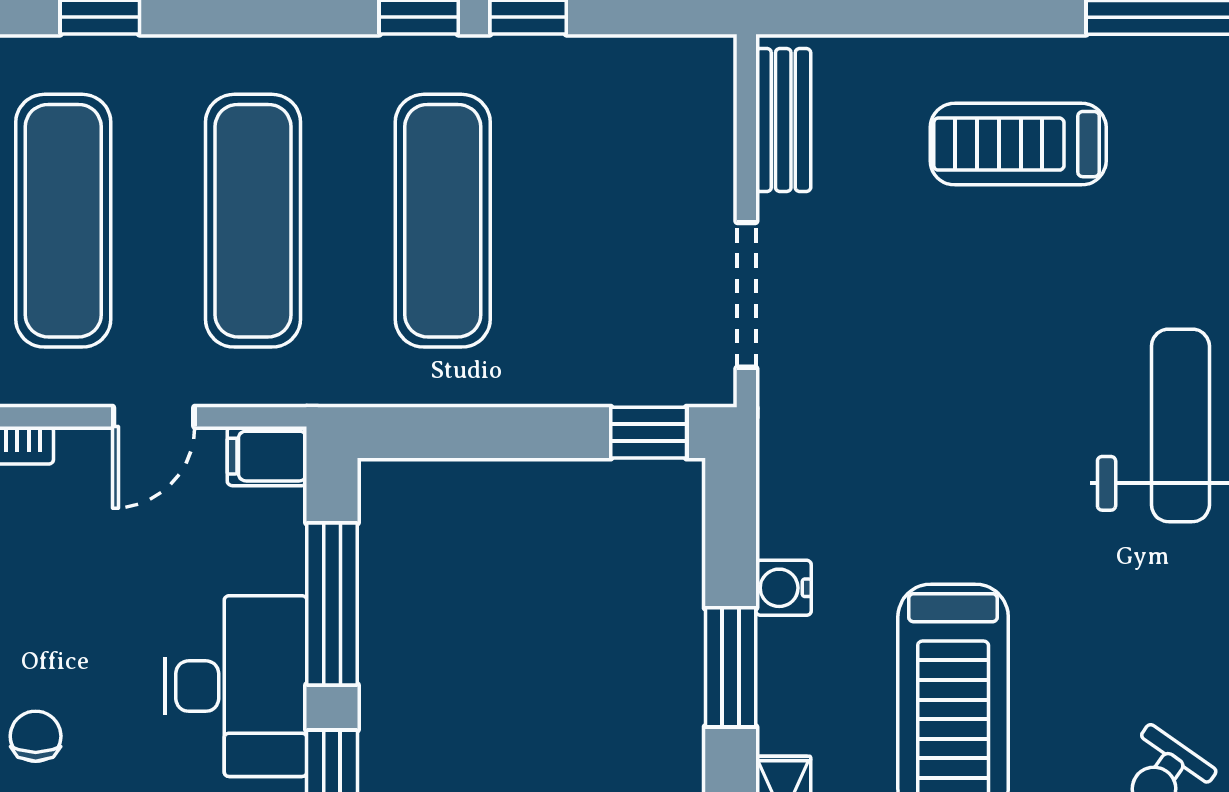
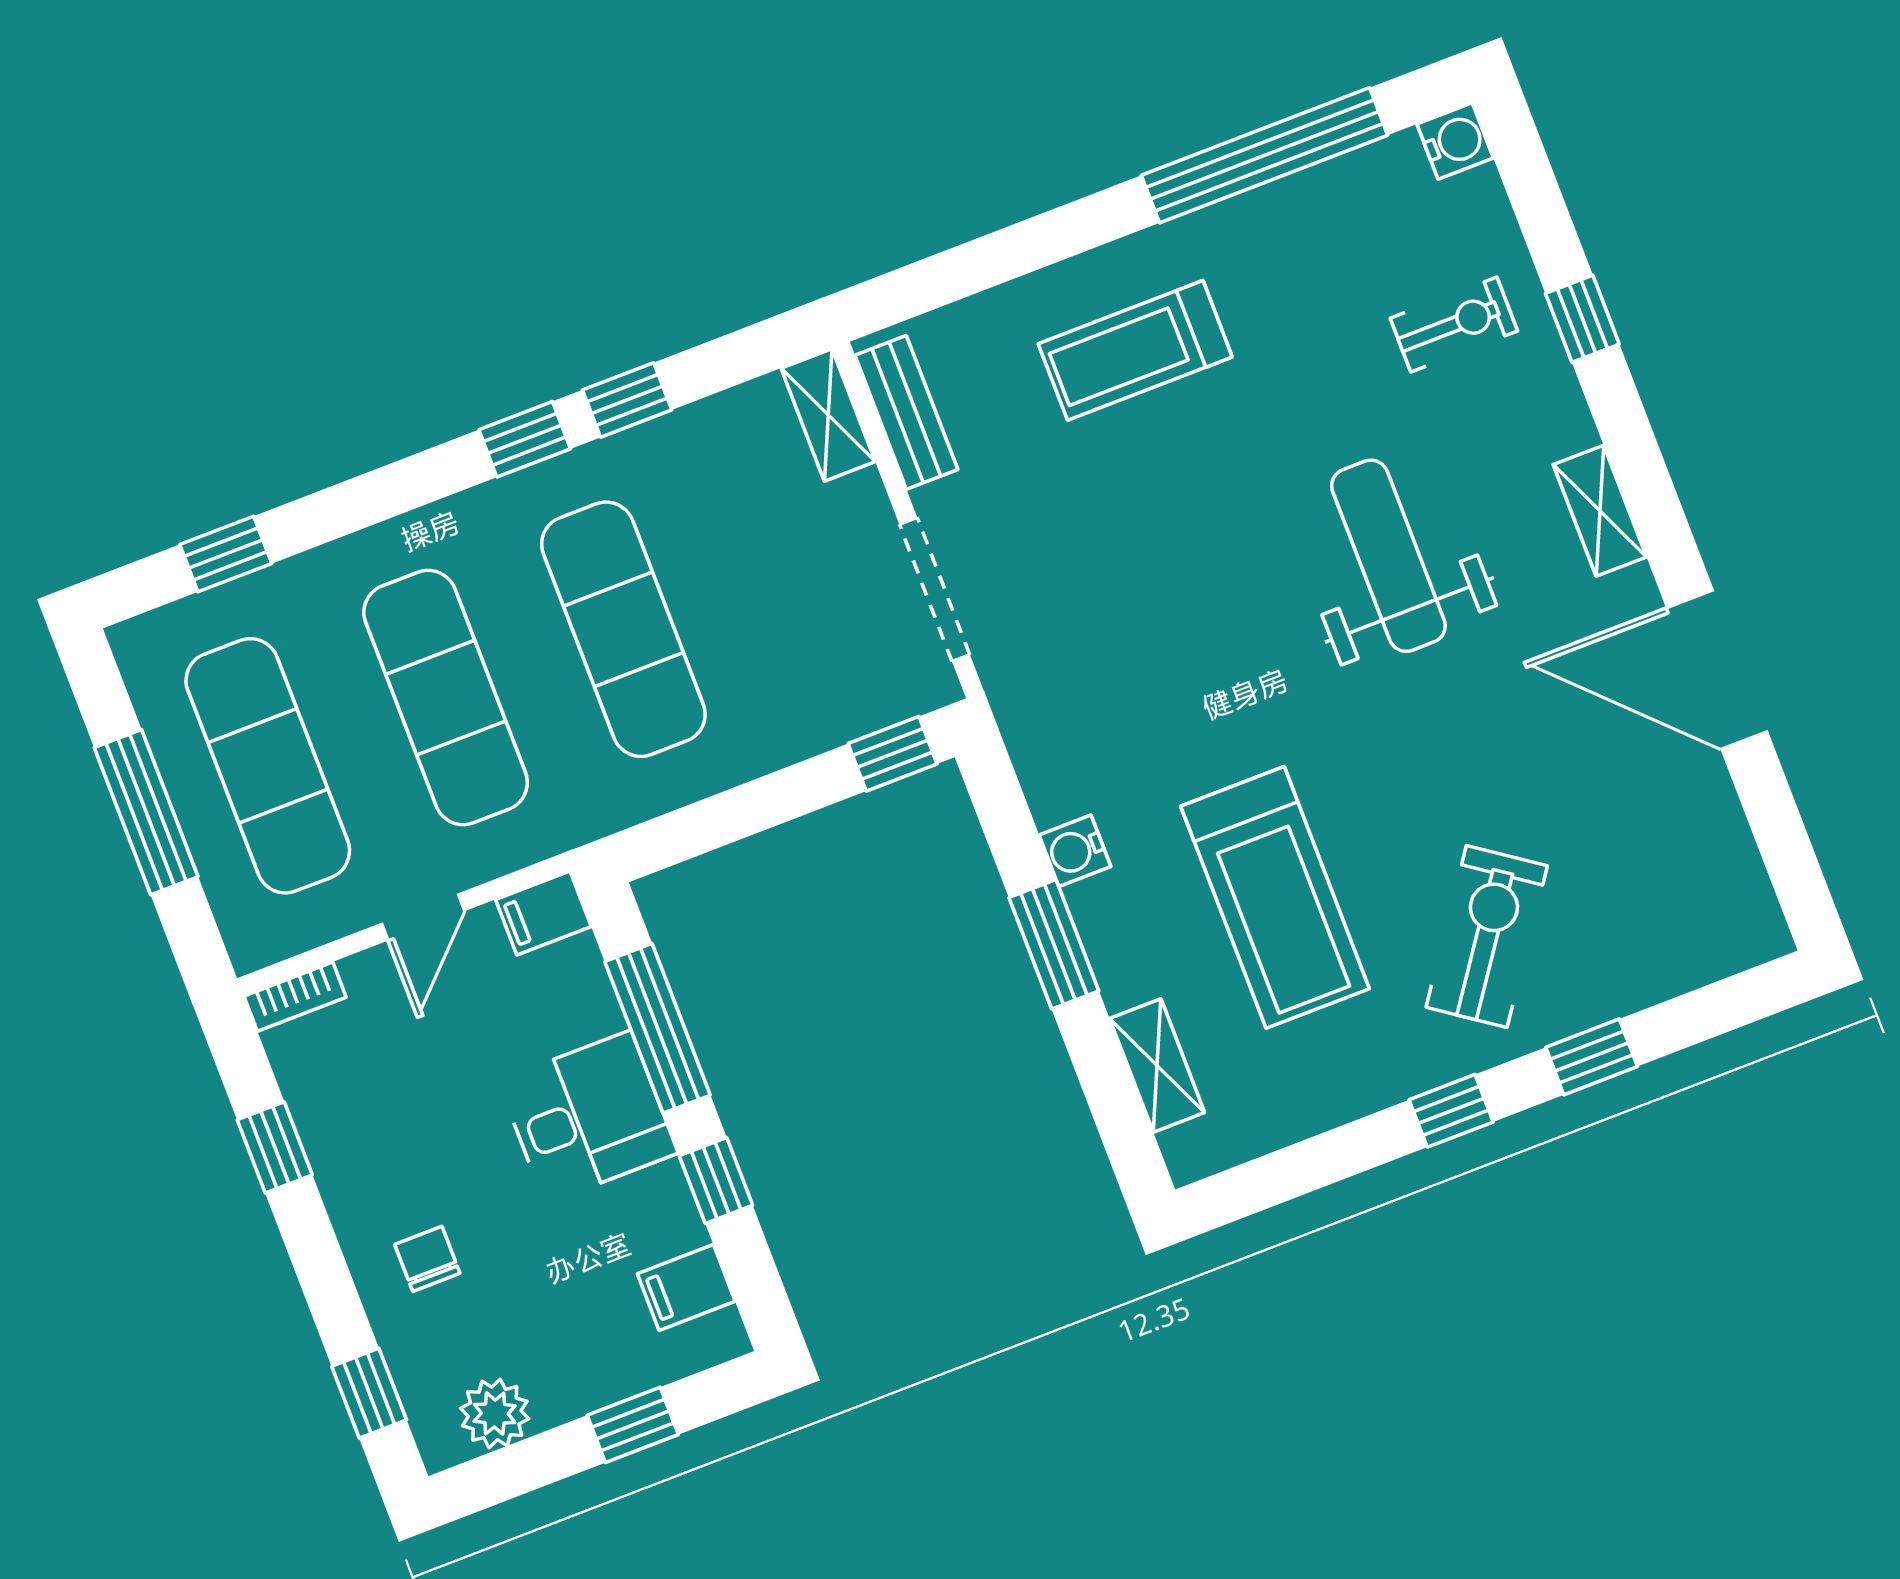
shelving: (710, 94) -> (828, 415), added
desk: (236, 686) -> (588, 1117), width x0.73

